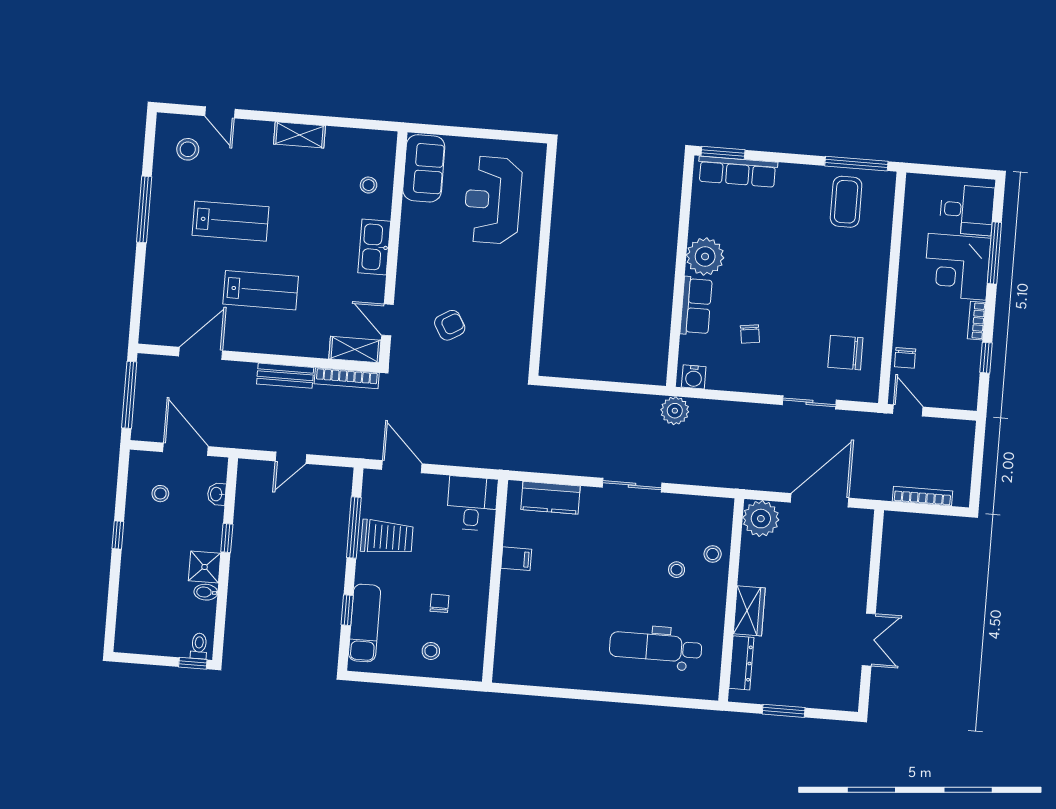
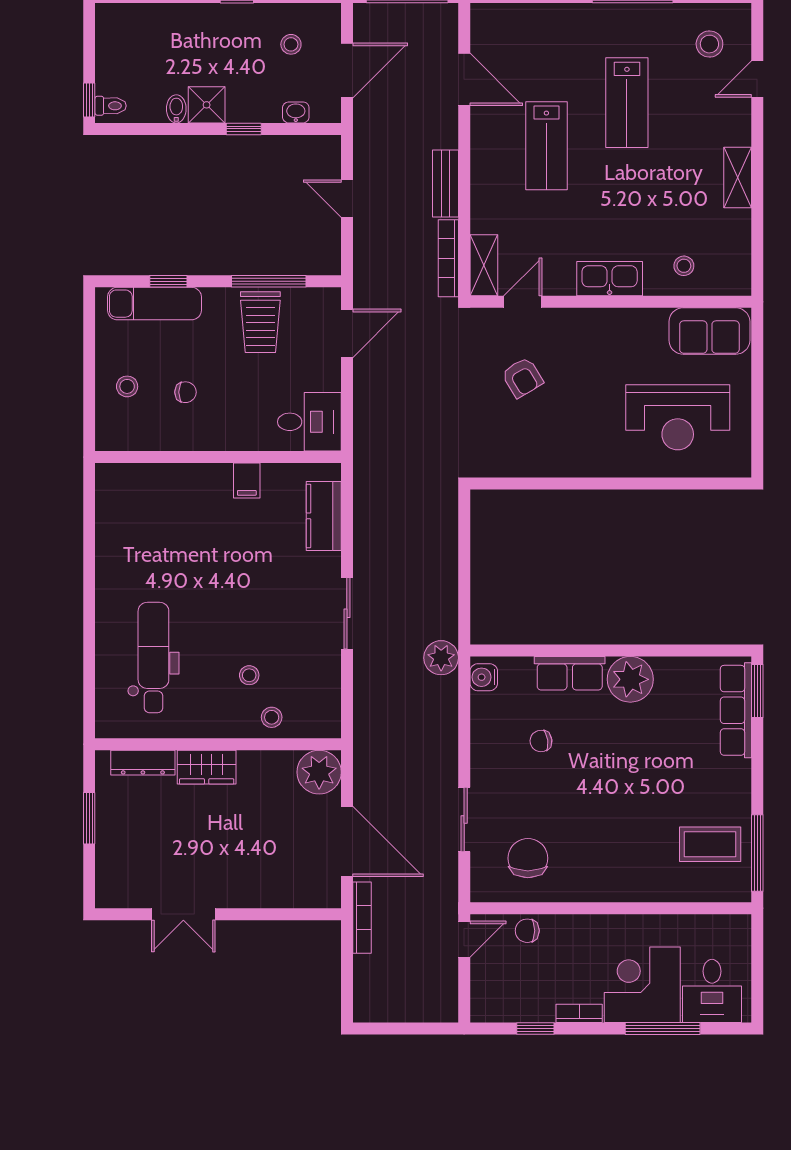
reception desk: (493, 200) -> (678, 417), turned 180
bookcase: (923, 496) -> (362, 918), moved

